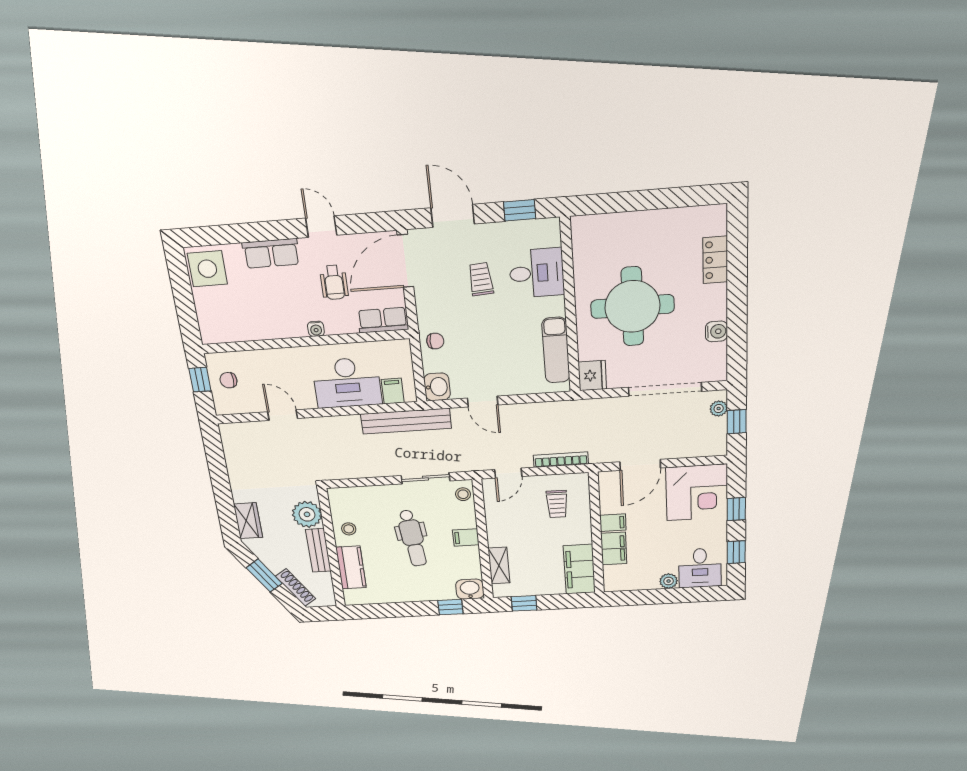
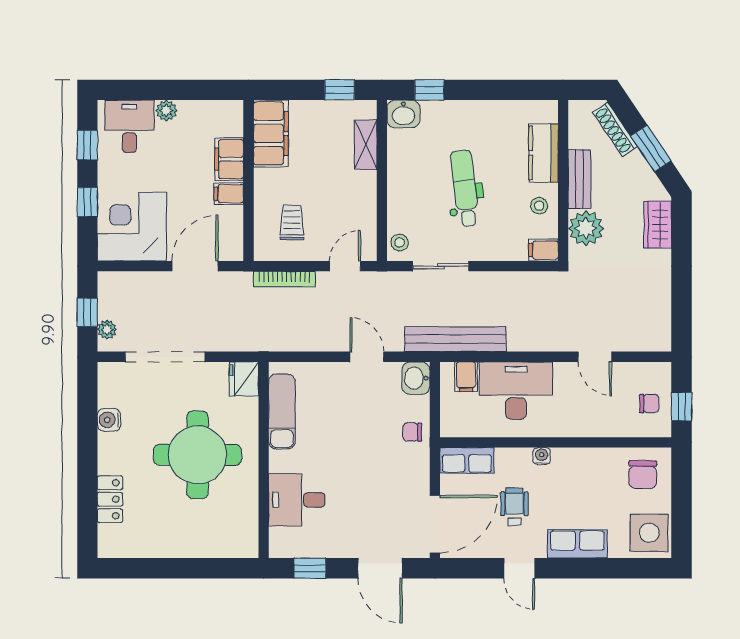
trolley: (481, 279) -> (357, 498), removed
chair: (223, 320) -> (643, 475), added
filing cabinet: (466, 537) -> (543, 250), moved, turned 180

